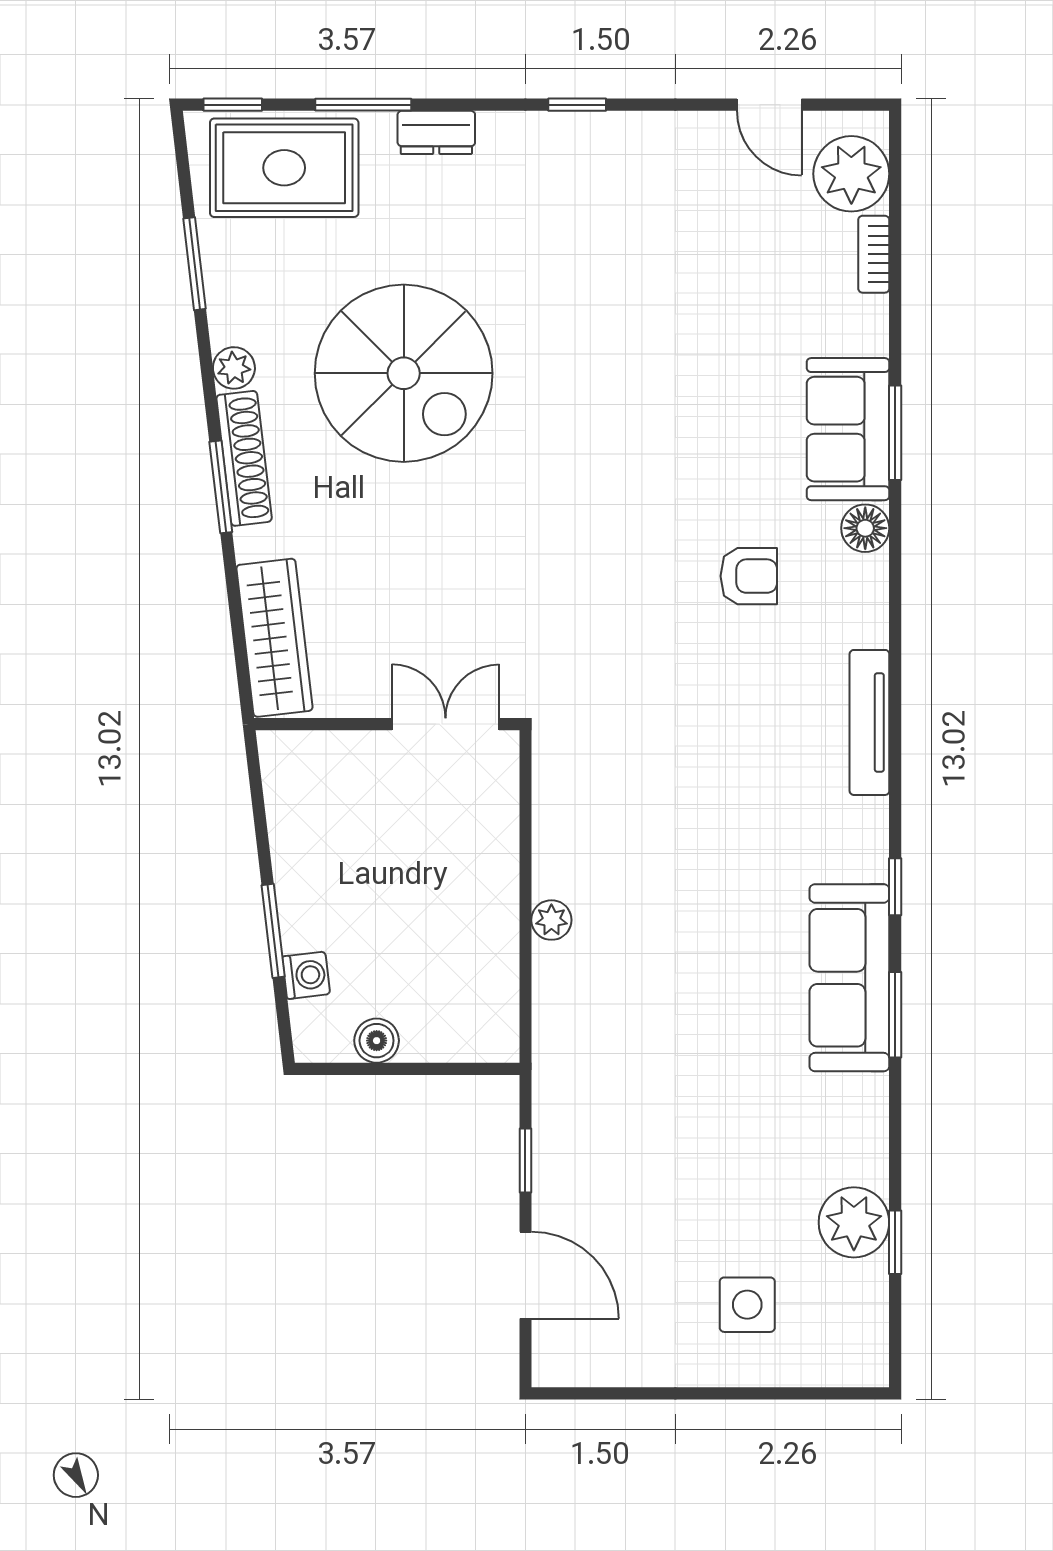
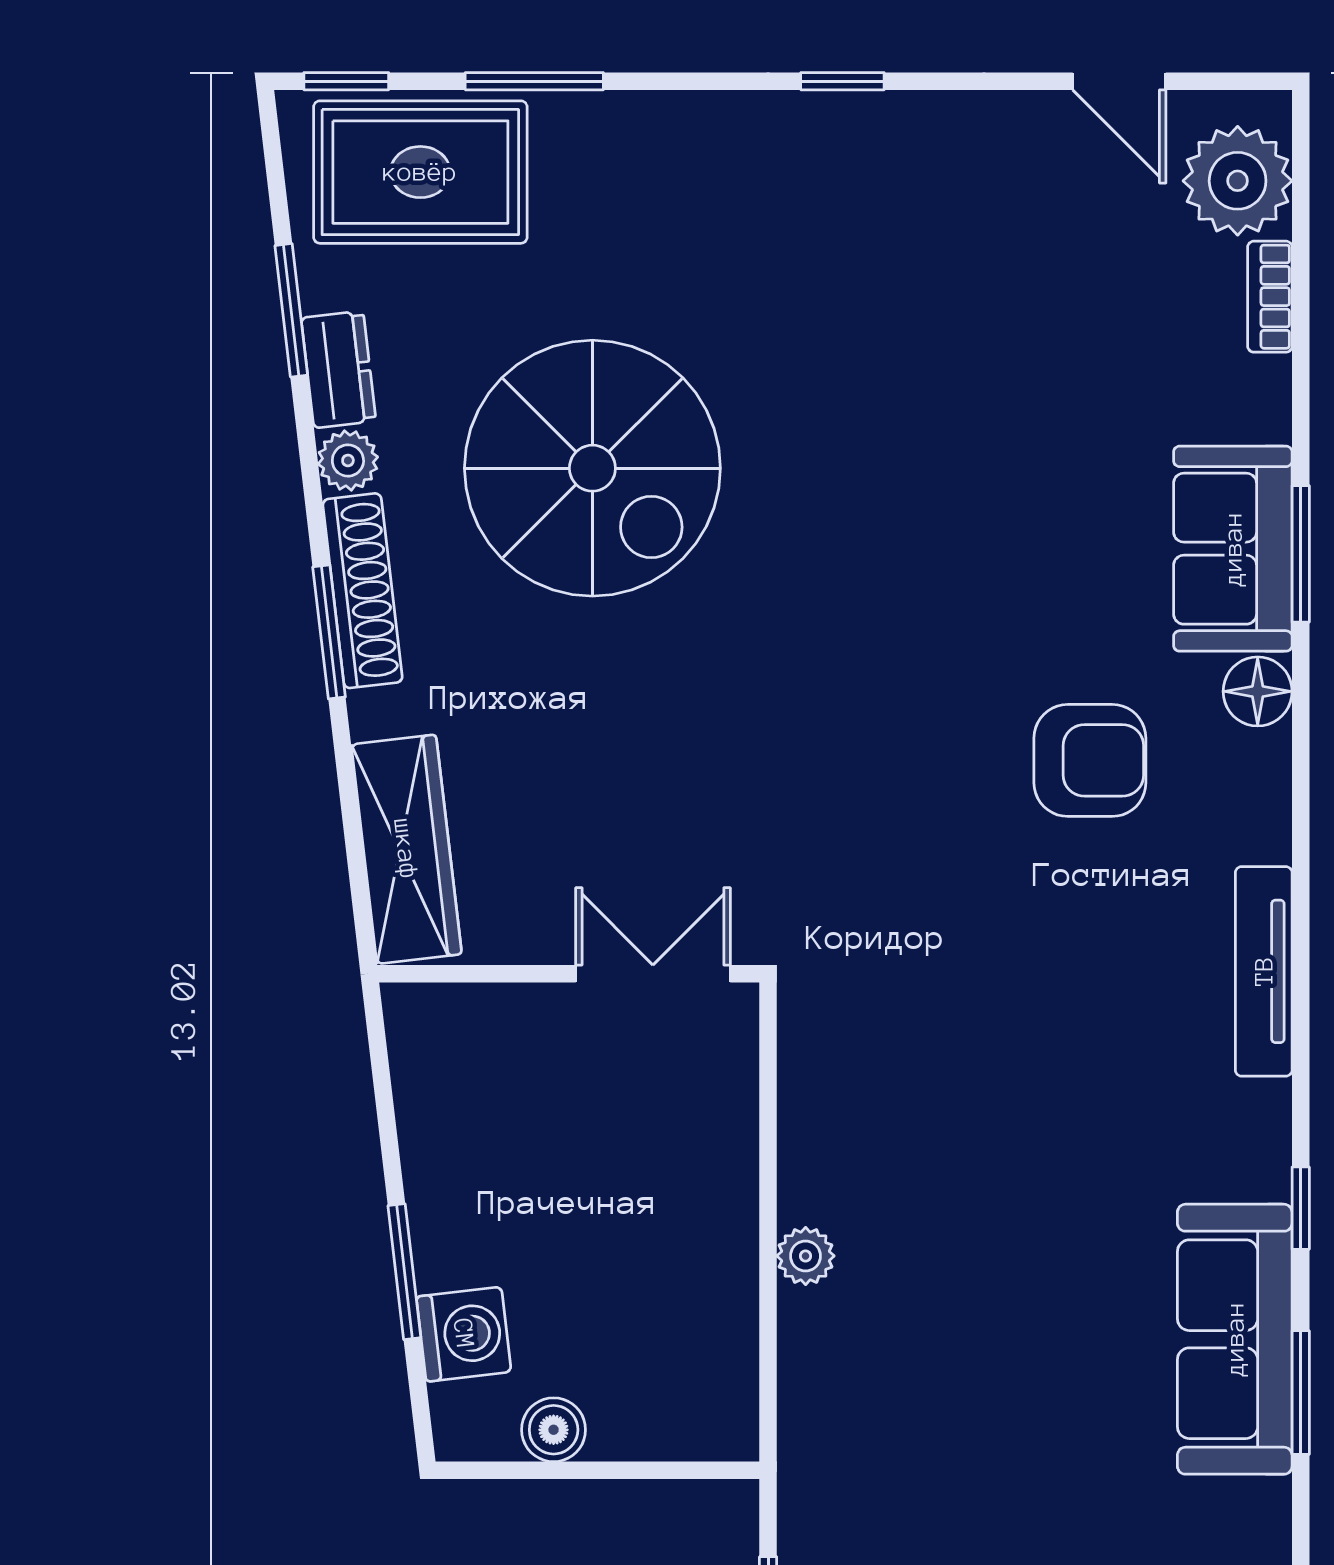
dresser: (436, 132) -> (338, 369), moved, turned -97
armchair: (749, 576) -> (1090, 760), width x1.38, depth x1.38
washing machine: (306, 975) -> (464, 1334), width x1.38, depth x1.38

